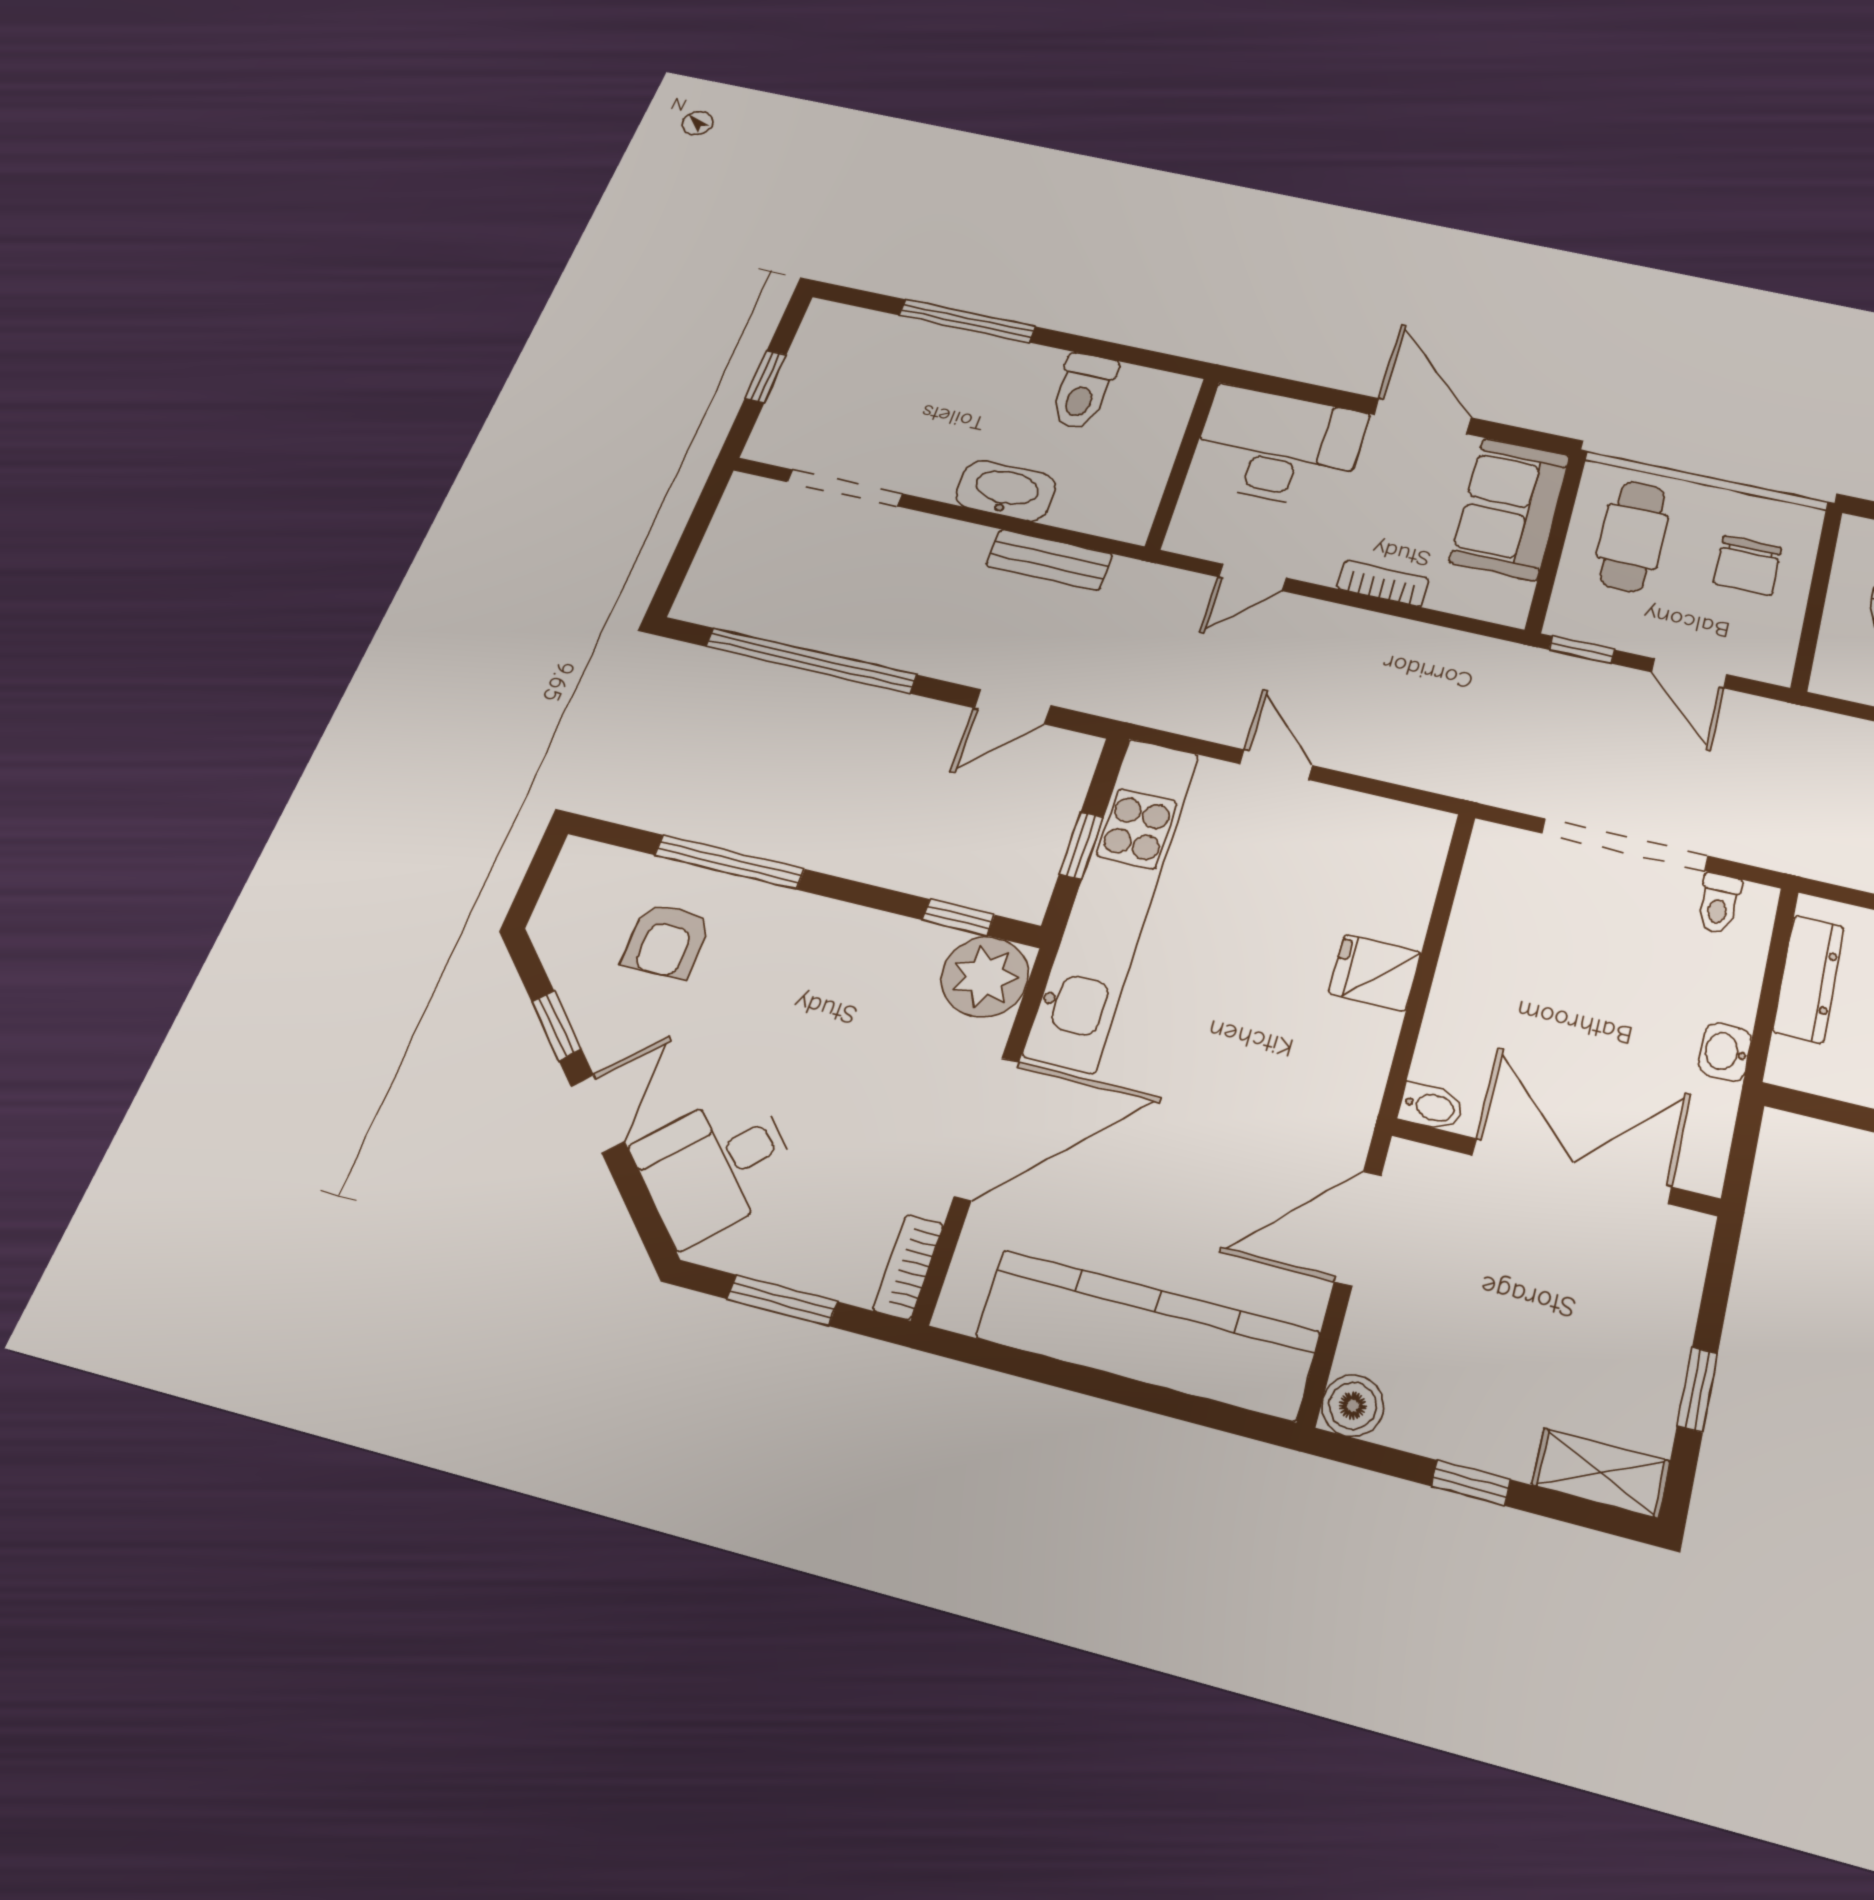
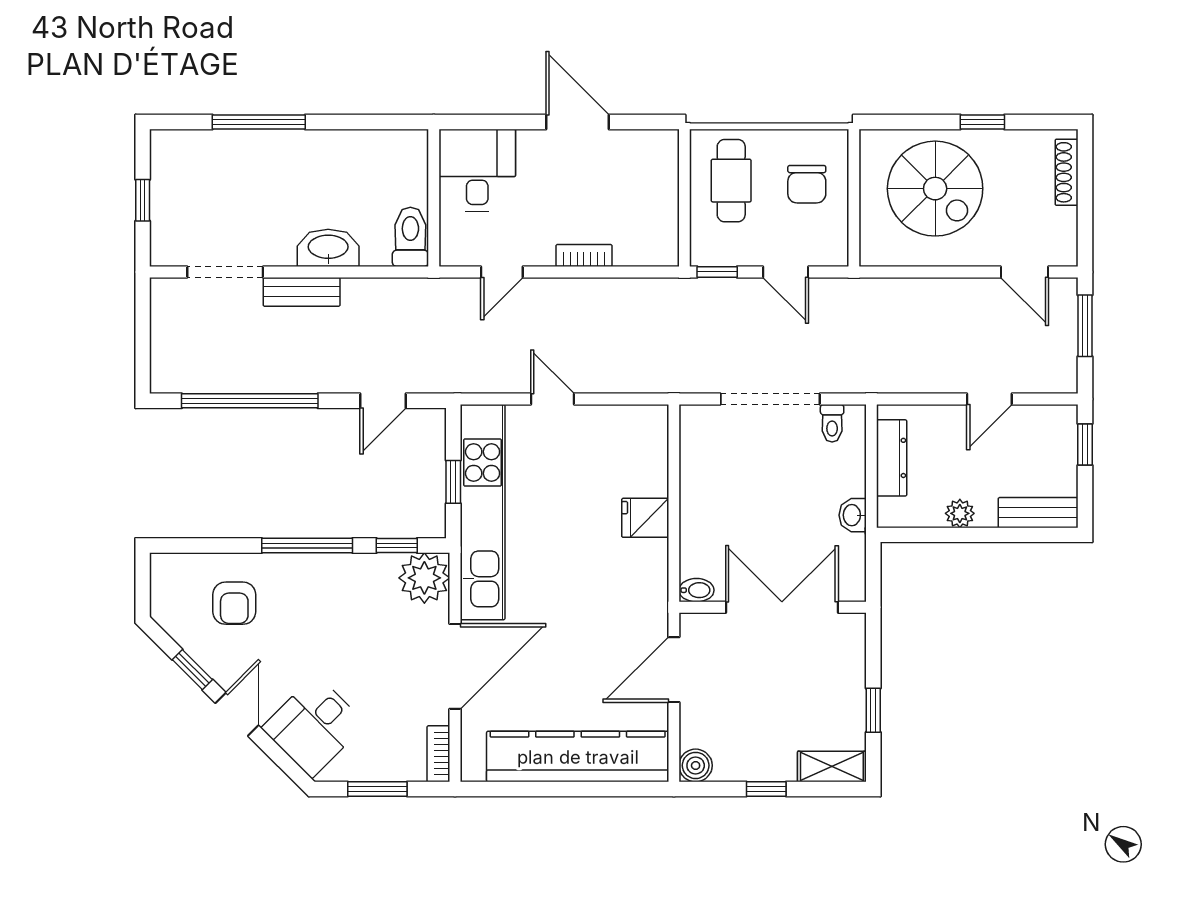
toilet: (1083, 391) -> (410, 237), moved, turned 180
desk: (1278, 447) -> (477, 170), width x0.73
sofa: (1510, 509) -> (650, 179), removed
bench: (1049, 560) -> (302, 292), moved
window: (729, 862) -> (307, 546), moved

